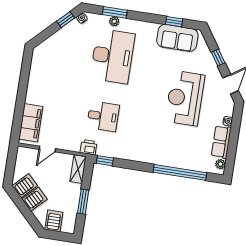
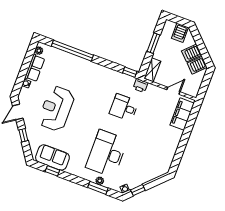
reception desk: (185, 98) -> (56, 109), turned 180

